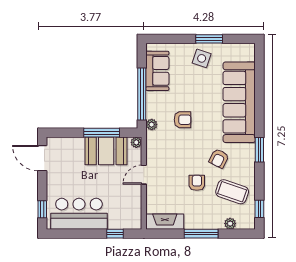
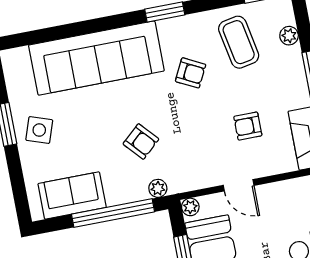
armchair: (182, 120) -> (141, 142), turned 138
armchair: (197, 183) -> (248, 126), moved
coffee table: (232, 192) -> (239, 42), turned -30

